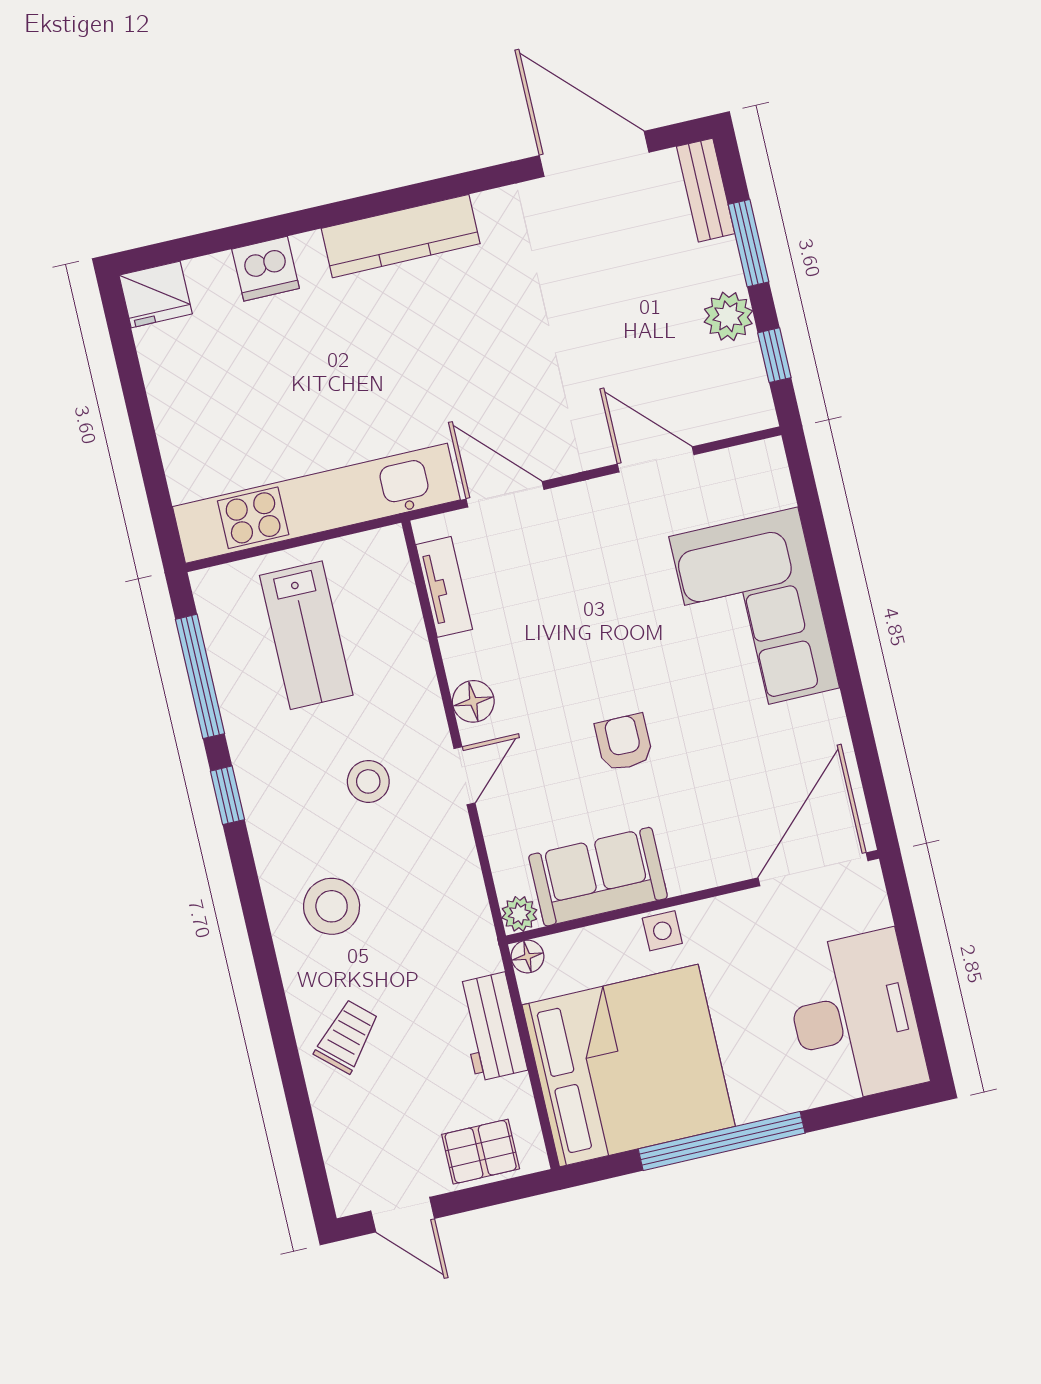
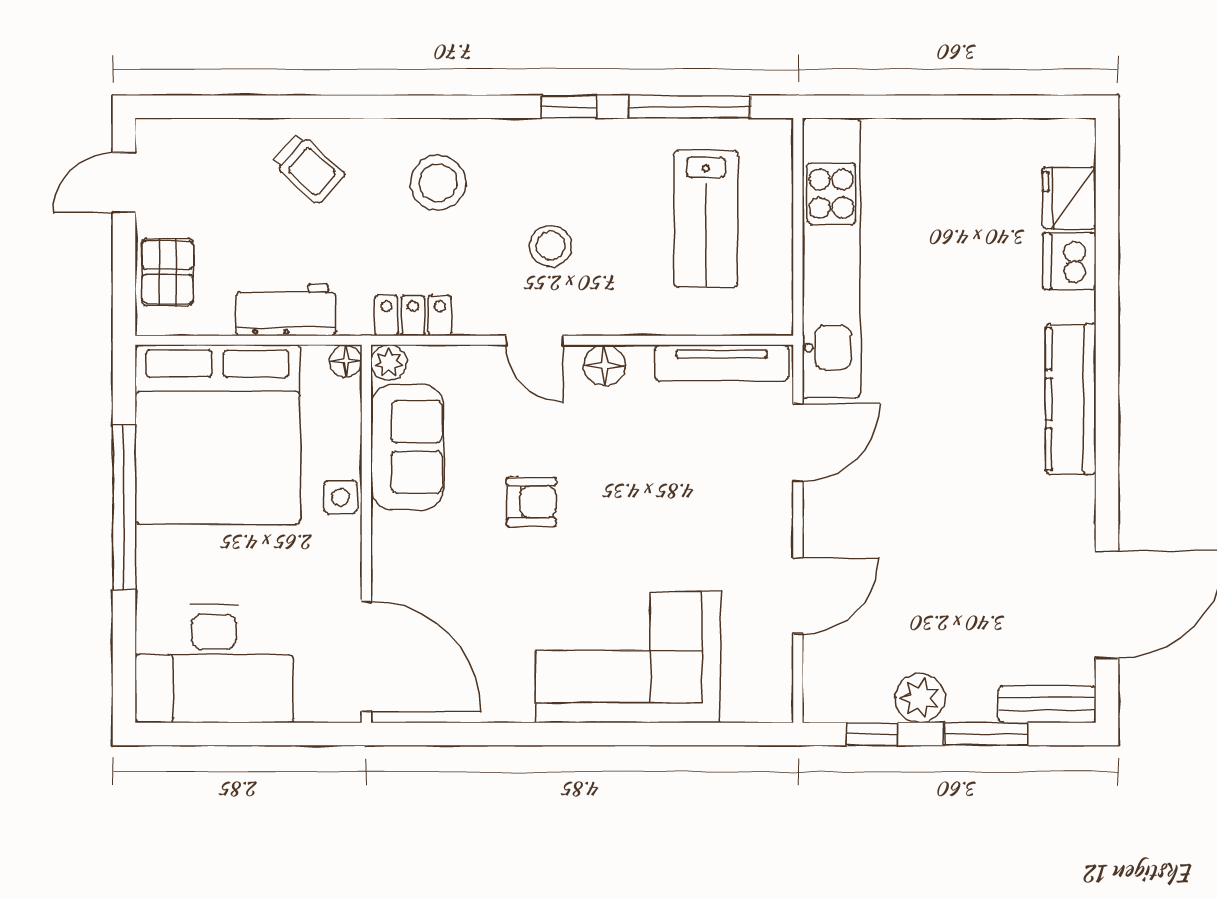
fridge: (156, 294) -> (1069, 198), moved
tv unit: (444, 587) -> (722, 363), width x1.41
lab bench: (306, 635) -> (706, 219), turned -90
locker: (468, 901) -> (413, 316), added

